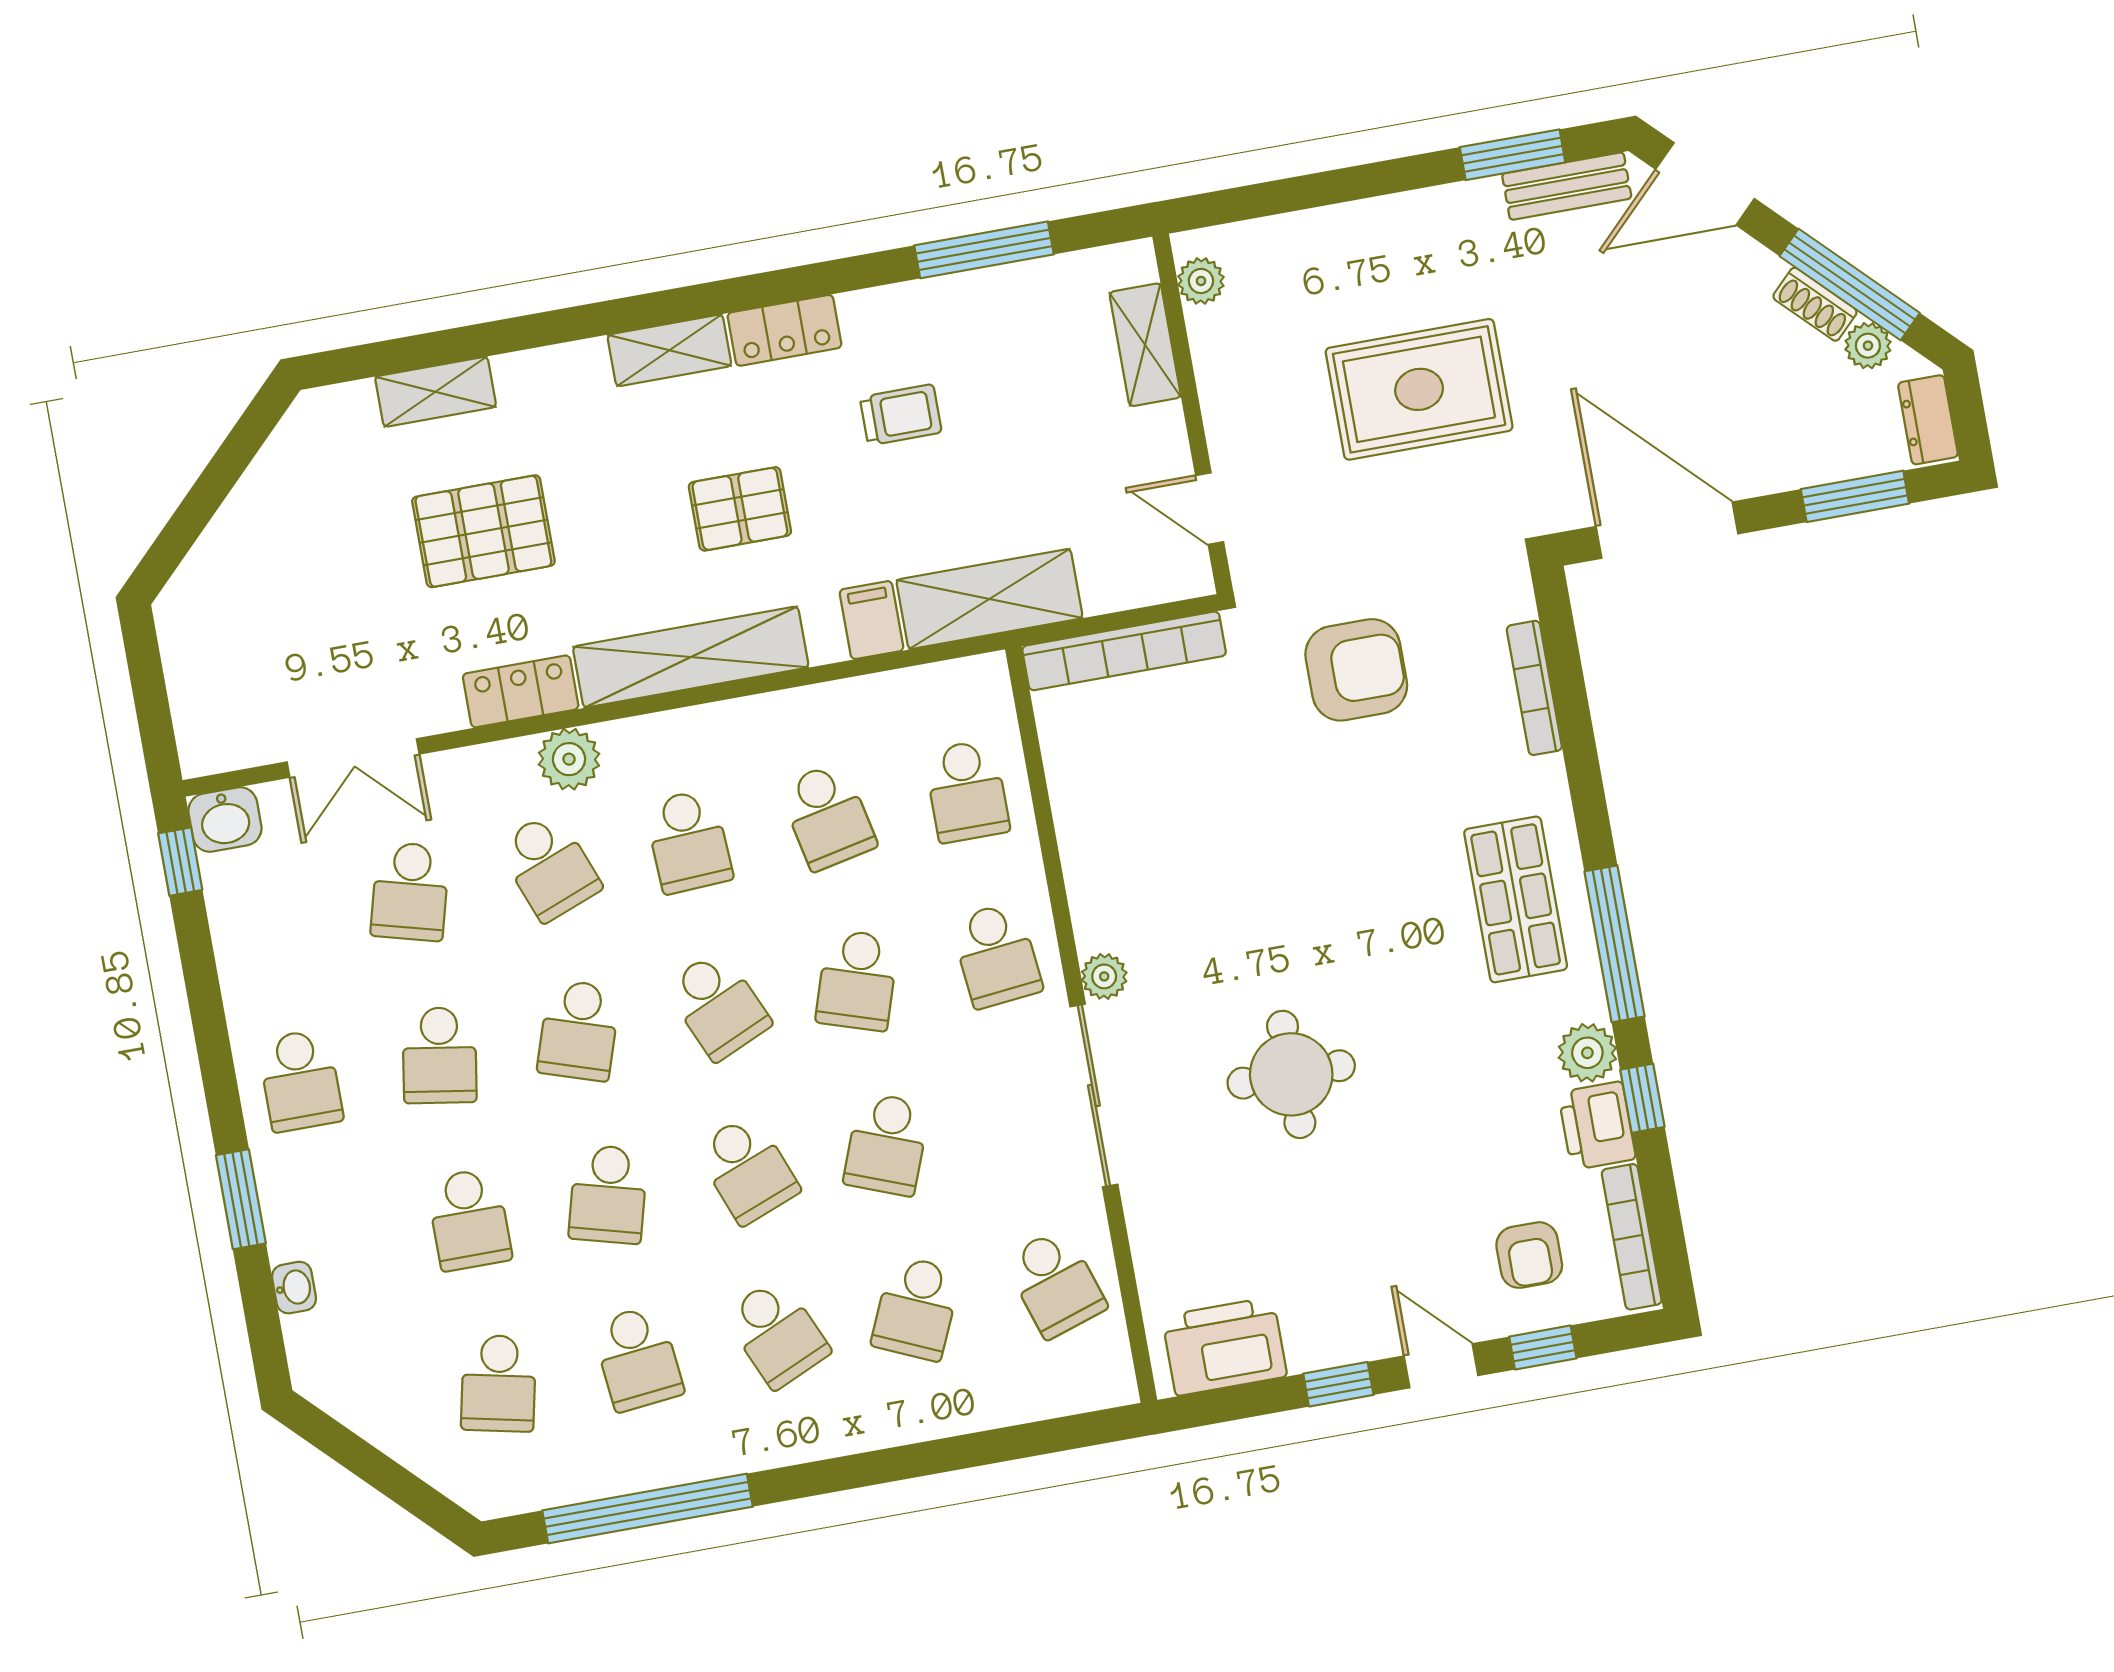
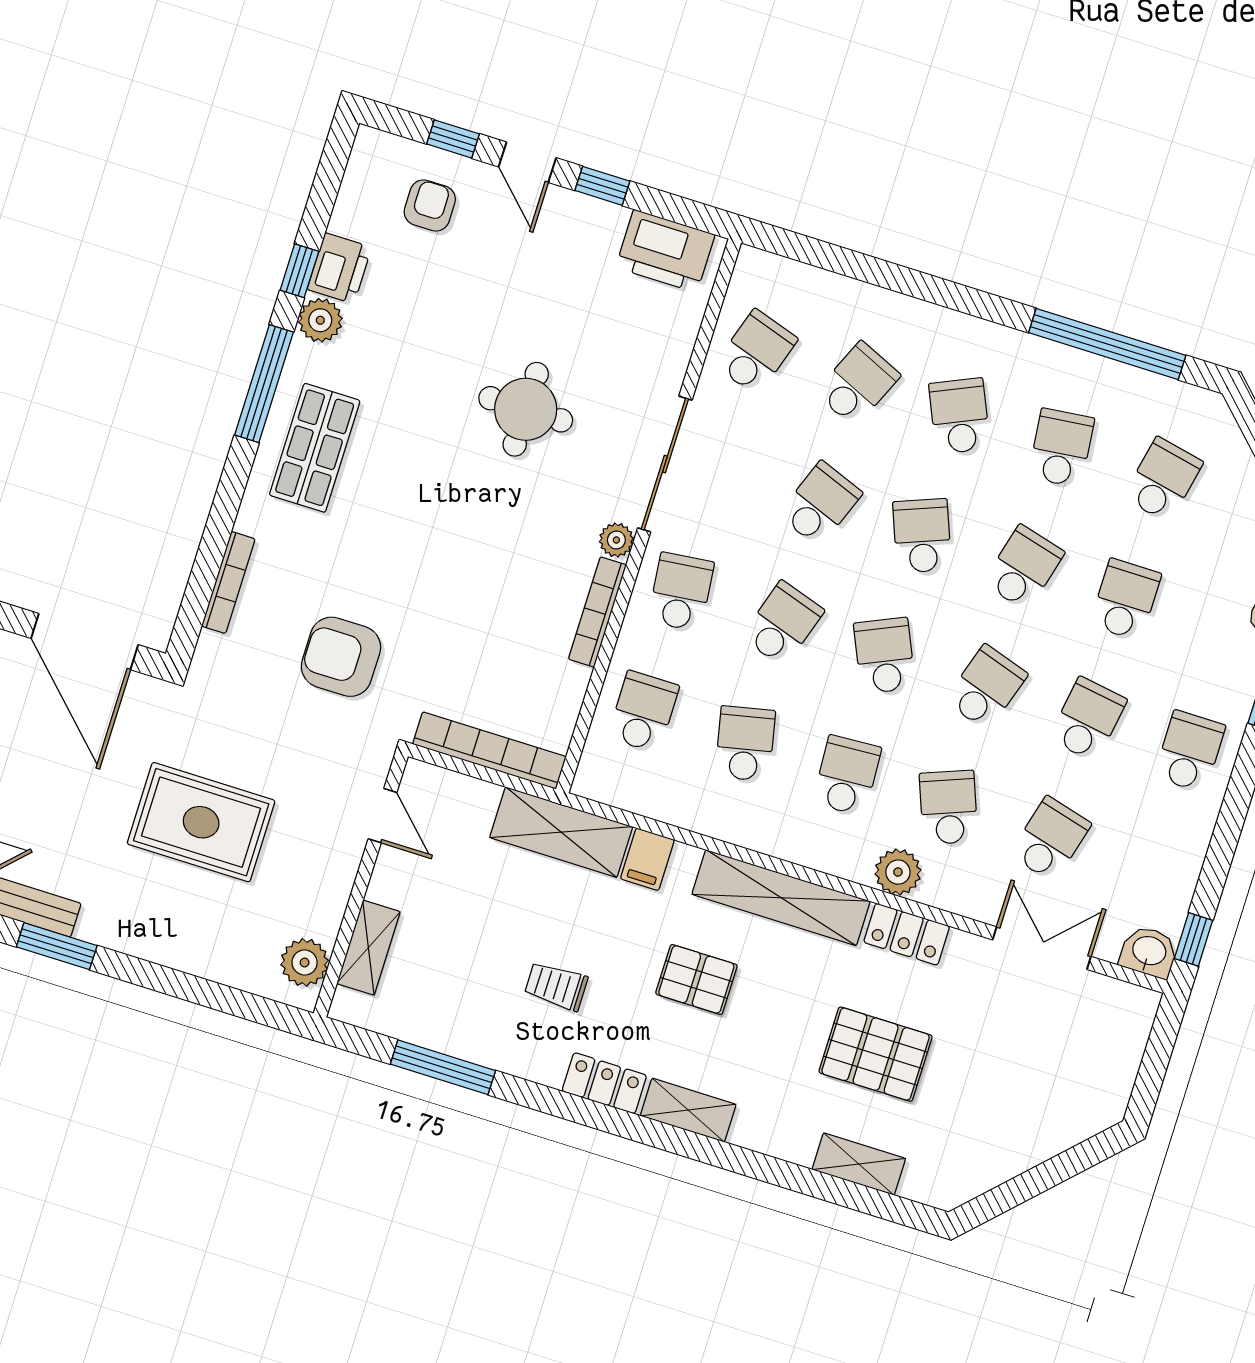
plant: (1201, 281) -> (305, 962), width x1.38, depth x1.38
bookcase: (1632, 1237) -> (597, 612), moved, turned 180
school desk: (1055, 1283) -> (756, 352), turned 36

